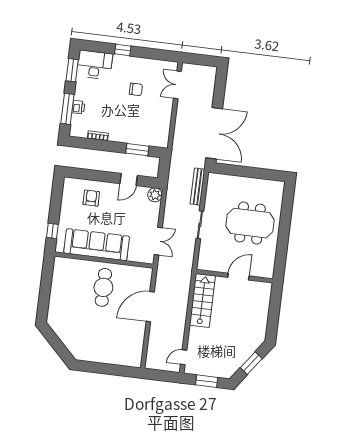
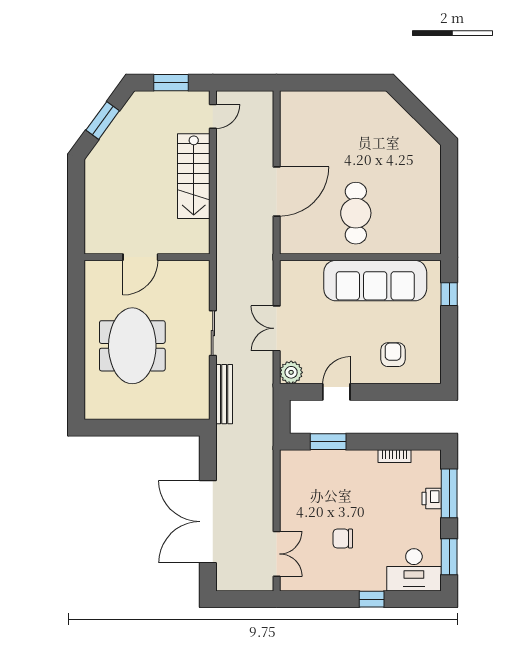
double door: (214, 133) -> (208, 522), moved
armchair: (91, 198) -> (393, 355), turned 180
meeting table: (250, 223) -> (132, 346), turned 90
double door: (158, 241) -> (277, 328), moved
stairs: (202, 300) -> (194, 176), moved

